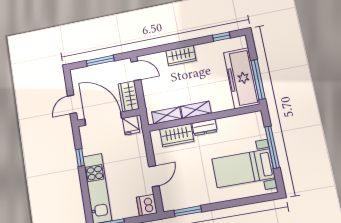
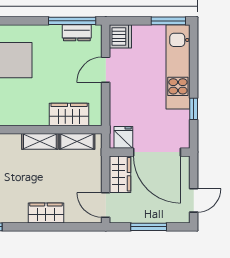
door: (72, 104) -> (194, 200), moved
dresser: (204, 127) -> (77, 33), moved, turned 180
window: (188, 211) -> (72, 21), width x1.44

